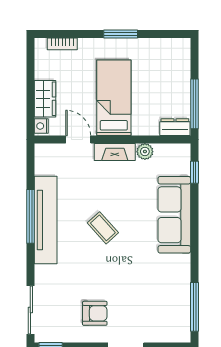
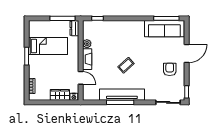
bed: (114, 98) -> (48, 46), moved, turned 180
door: (78, 139) -> (81, 78), swing flipped
sofa: (174, 215) -> (164, 29), moved

